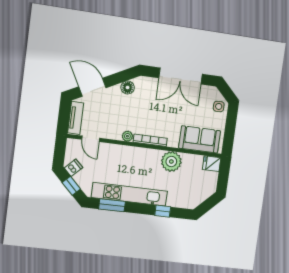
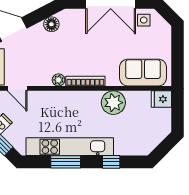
side table: (219, 106) -> (144, 20), moved
window: (112, 205) -> (66, 162), moved

